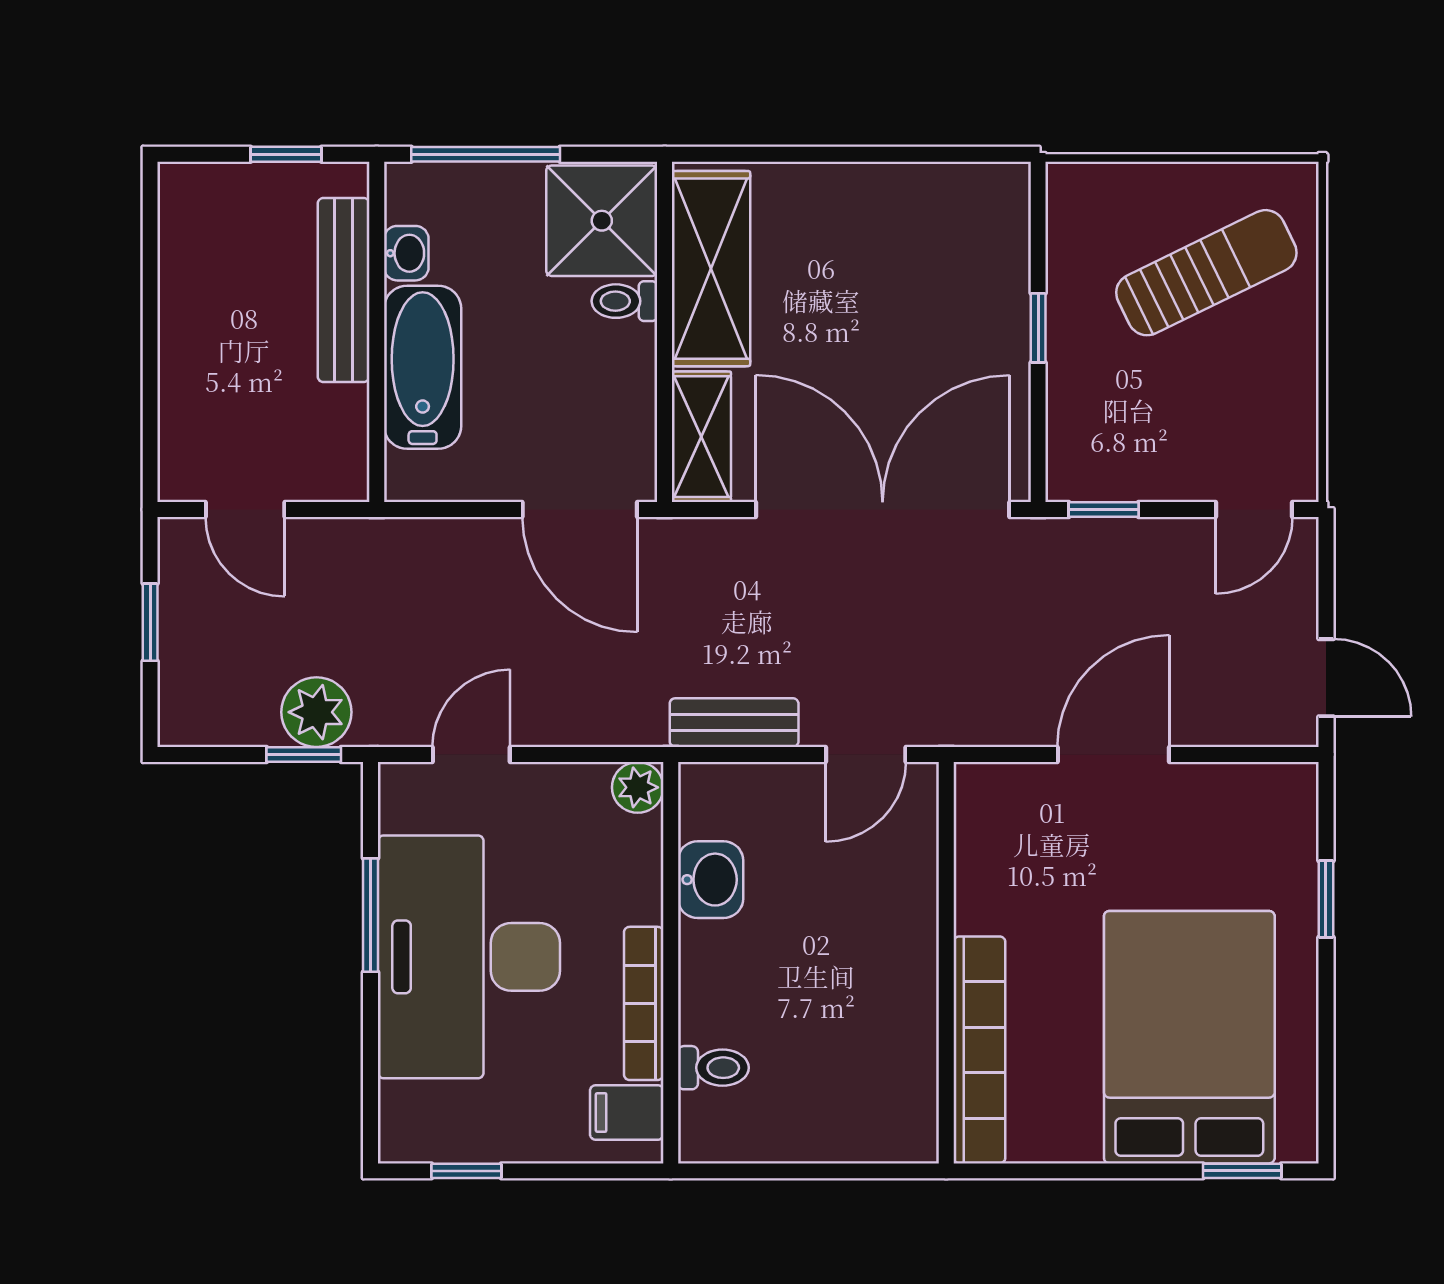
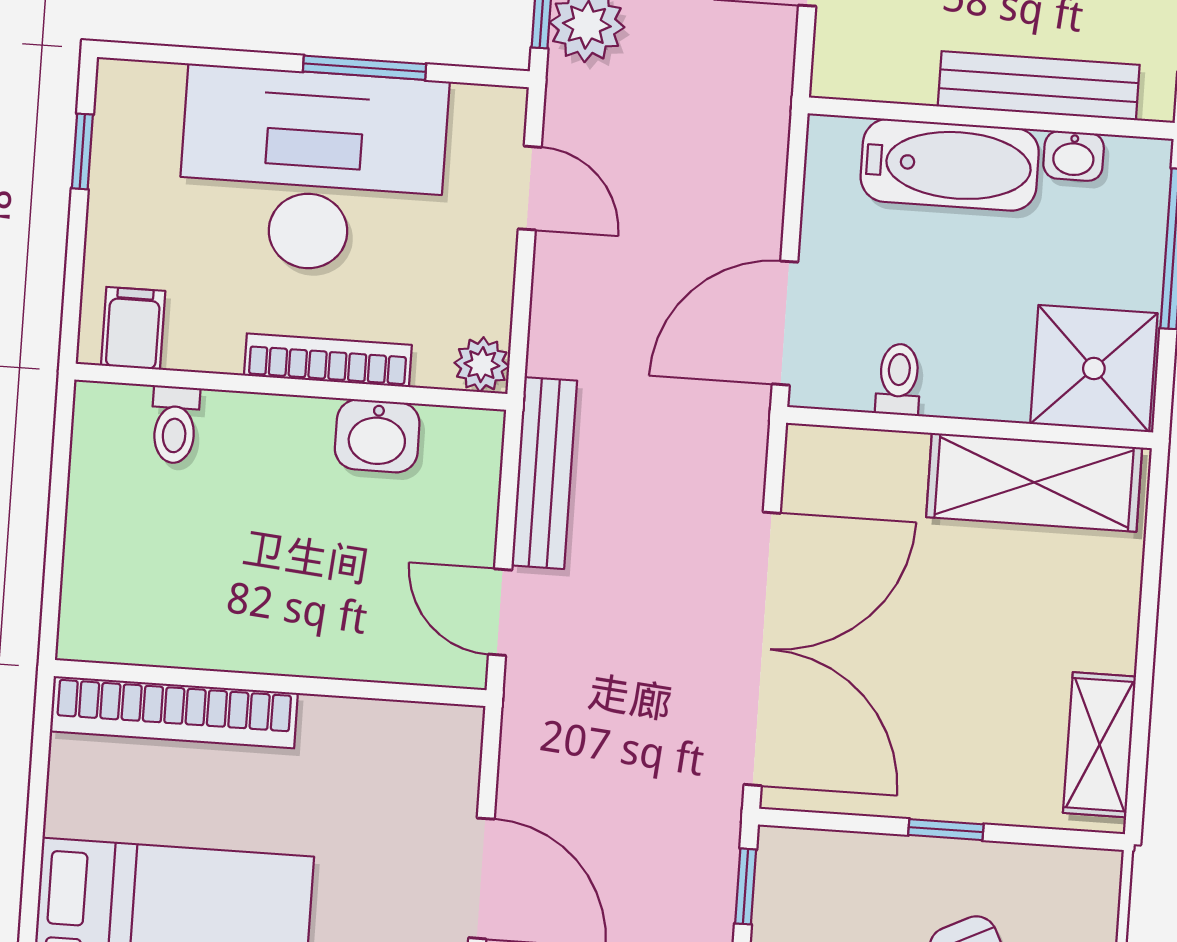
toilet: (624, 301) -> (899, 379), moved
shelving: (701, 437) -> (1100, 745), moved, turned 90
bench: (734, 723) -> (544, 473), width x1.36
bookcase: (644, 1003) -> (328, 360), moved

